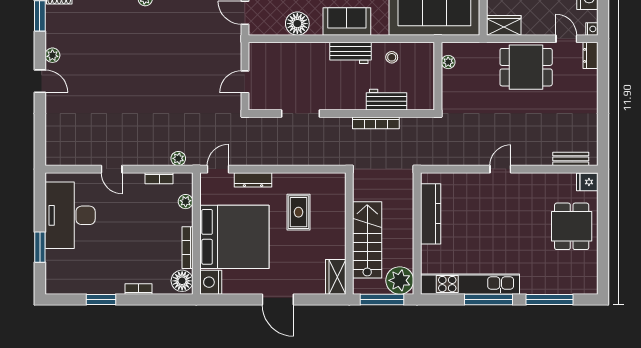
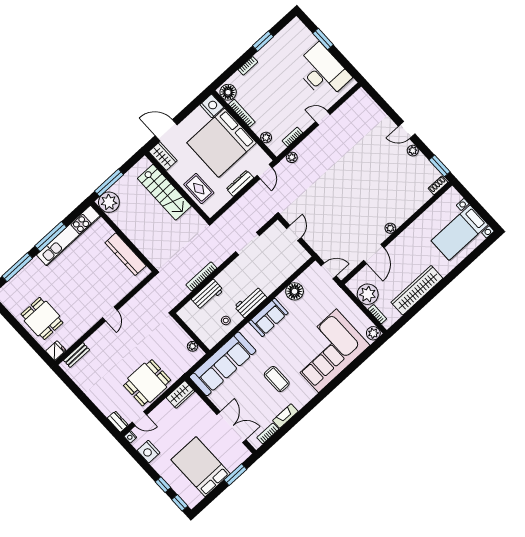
wall: (349, 233) -> (177, 187), moved
stairs: (367, 240) -> (164, 192), moved
wardrobe: (336, 277) -> (163, 156), moved

